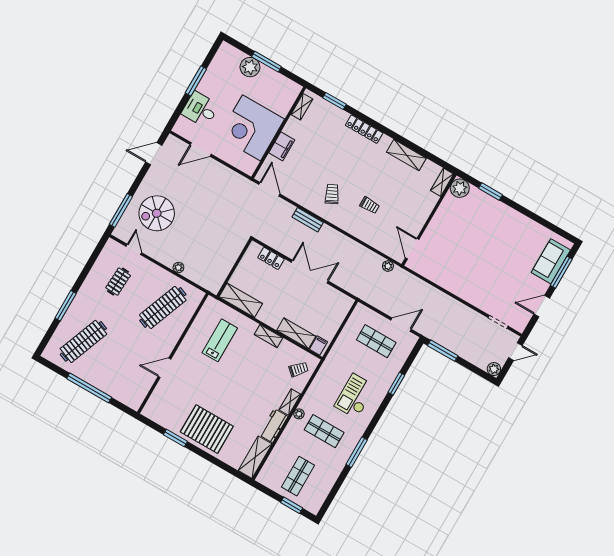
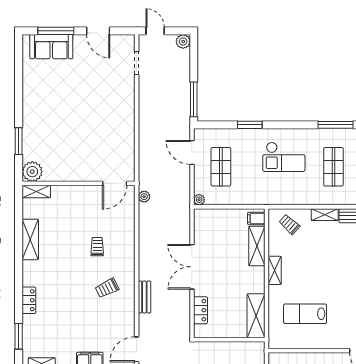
locker: (364, 129) -> (29, 300), width x0.66
plant: (299, 414) -> (199, 200), moved

